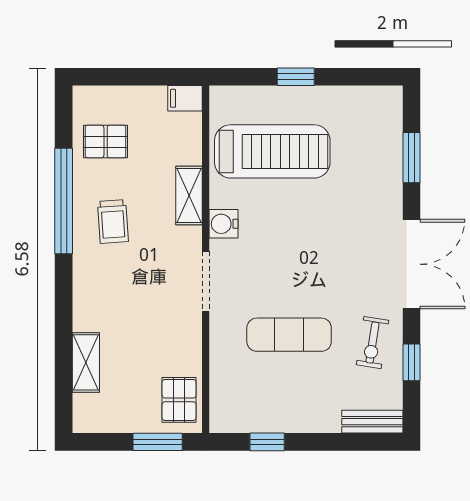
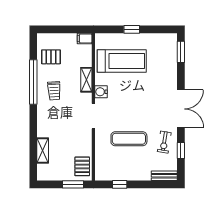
window: (411, 158) -> (181, 52), moved

